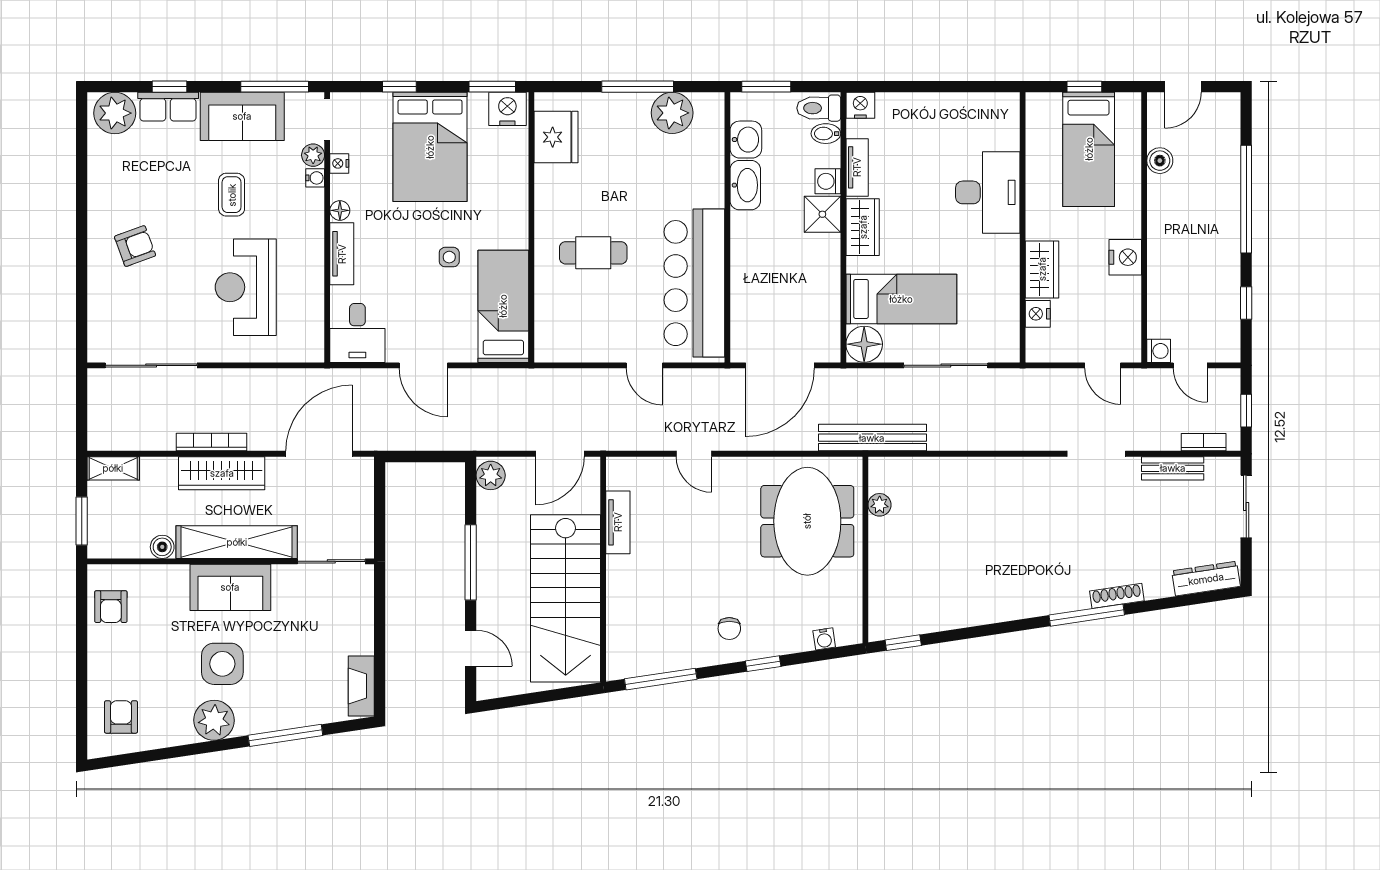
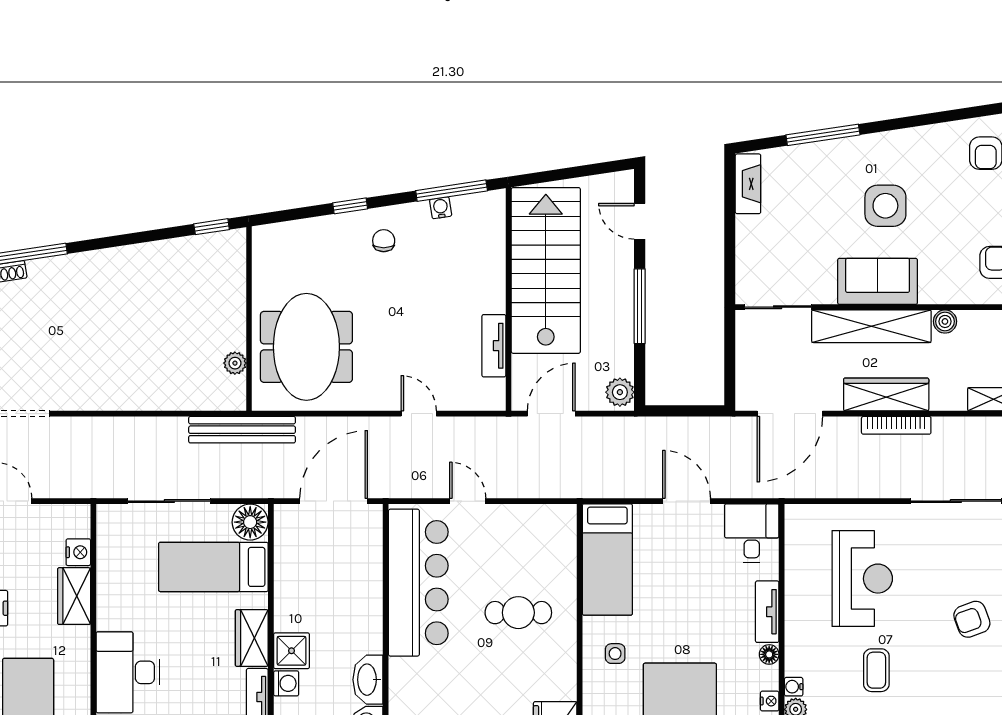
side table: (449, 257) -> (615, 654), moved
water cooler: (824, 639) -> (441, 208), moved
plant: (214, 720) -> (894, 150), removed

